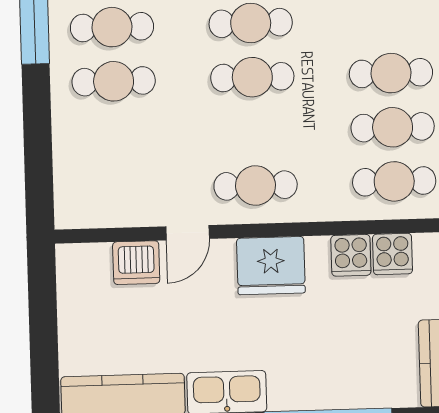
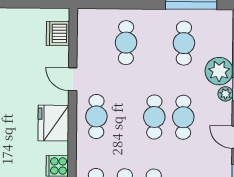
cafe table: (114, 81) -> (126, 43), moved
dishwasher: (136, 263) -> (58, 33), moved

